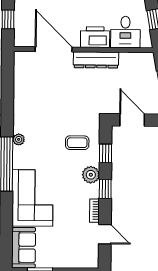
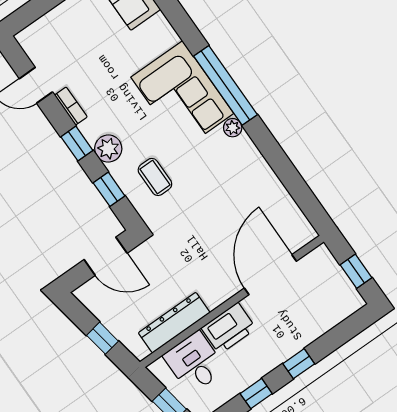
door: (54, 49) -> (270, 275), swing flipped
dresser: (96, 60) -> (174, 323), moved
coffee table: (77, 143) -> (155, 177), turned 90
corner sofa: (33, 198) -> (182, 95), moved

